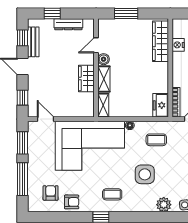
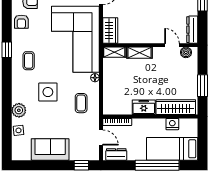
window: (126, 13) -> (203, 86), moved
dresser: (68, 24) -> (192, 30), moved
boiler: (104, 59) -> (186, 52), moved
wardrobe: (86, 78) -> (110, 30), moved, turned 90
freezer: (161, 105) -> (144, 107), moved

